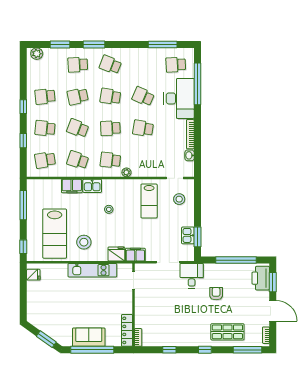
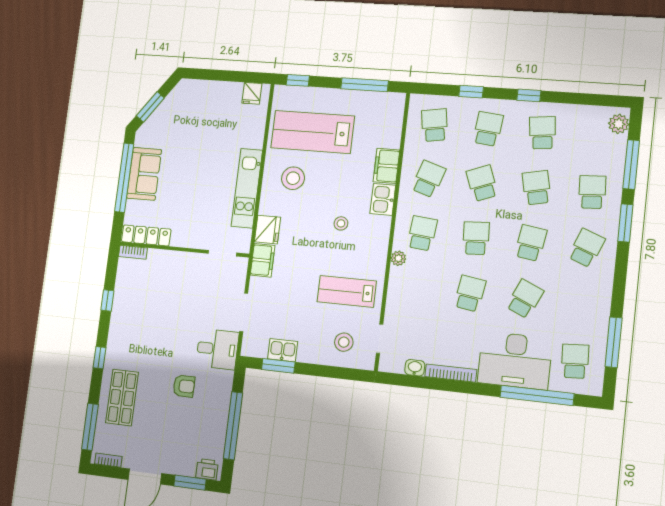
window: (60, 44) -> (631, 165), width x1.44
school desk: (78, 128) -> (482, 183), turned -42
printer: (261, 278) -> (207, 469), width x0.53, depth x0.68

